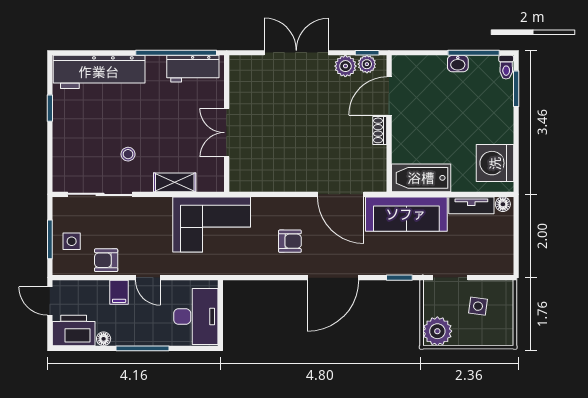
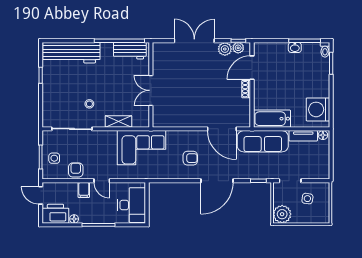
armchair: (106, 260) -> (76, 170), turned 90

